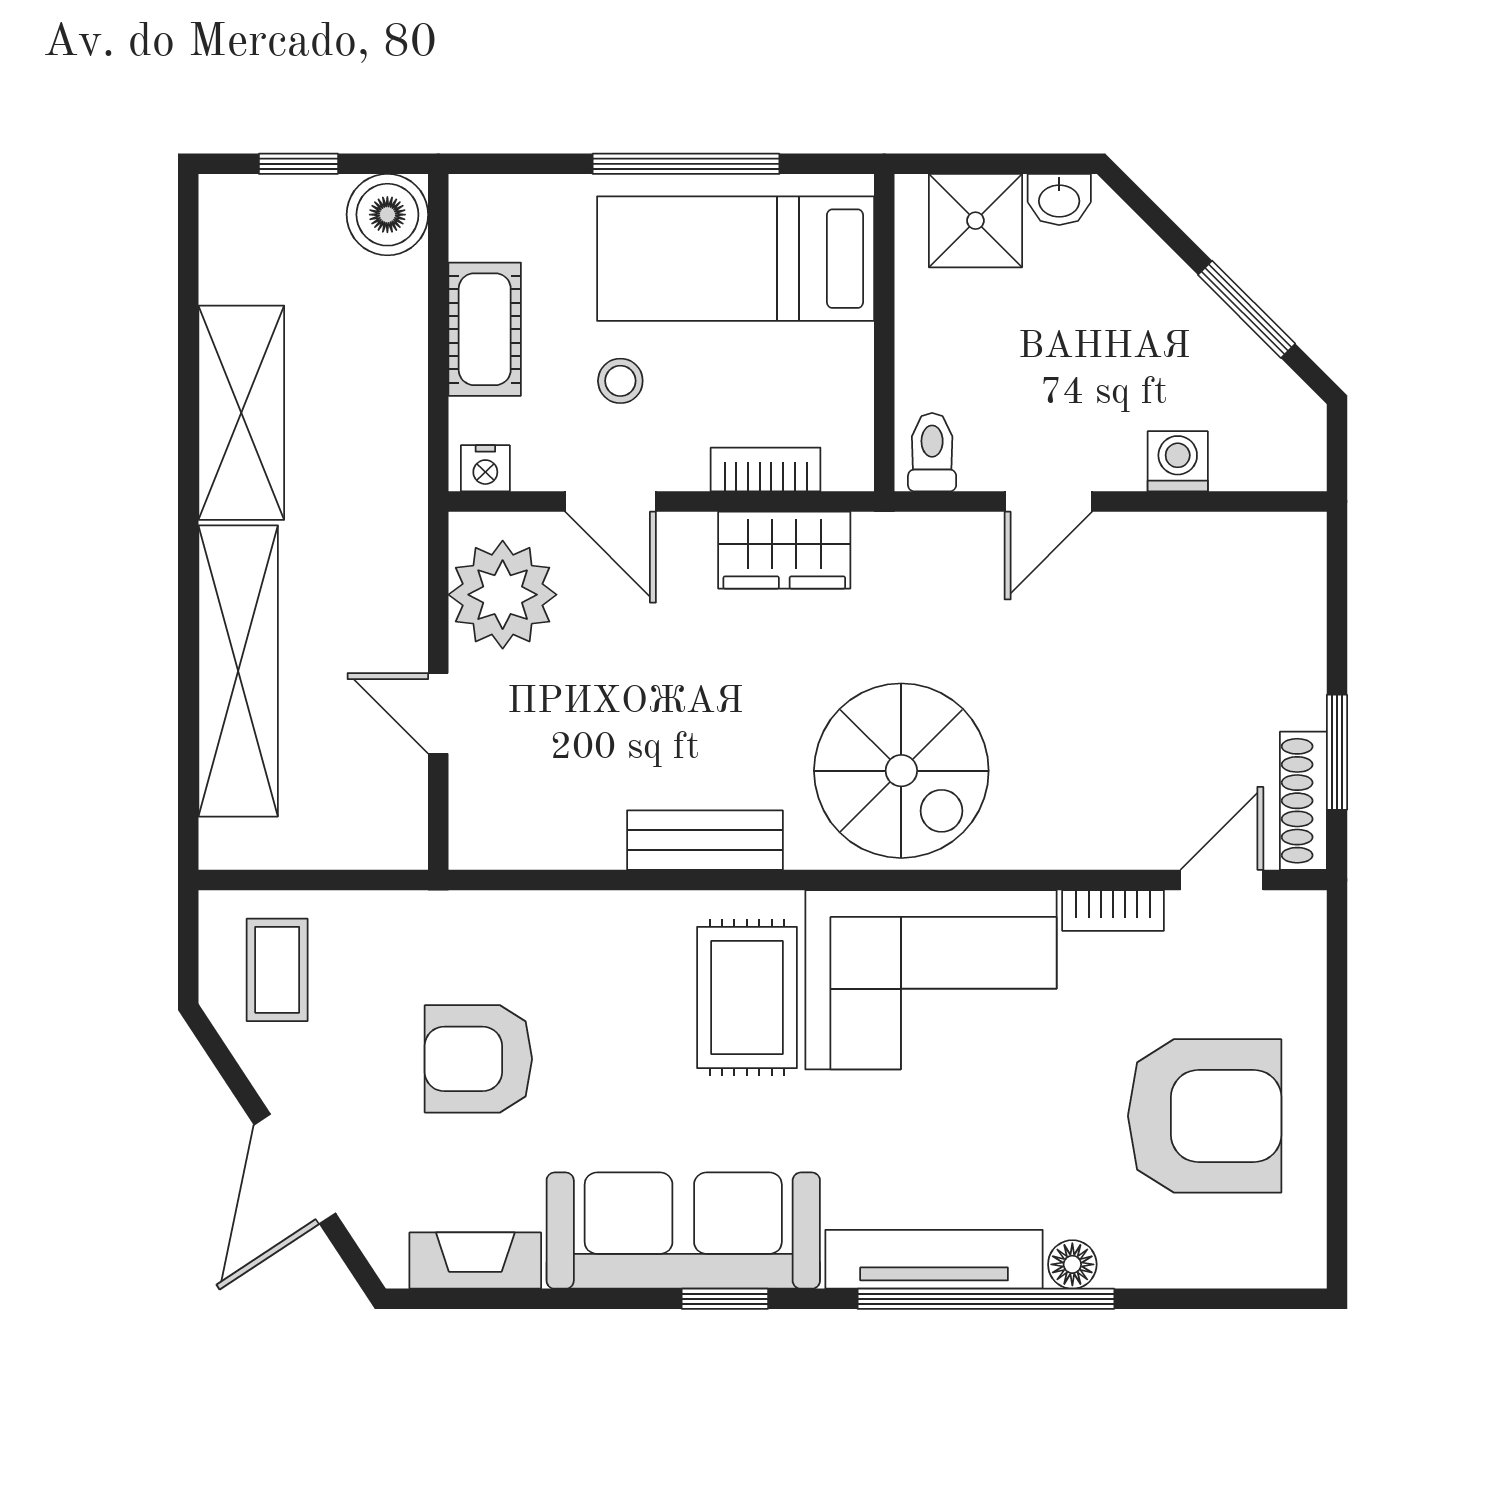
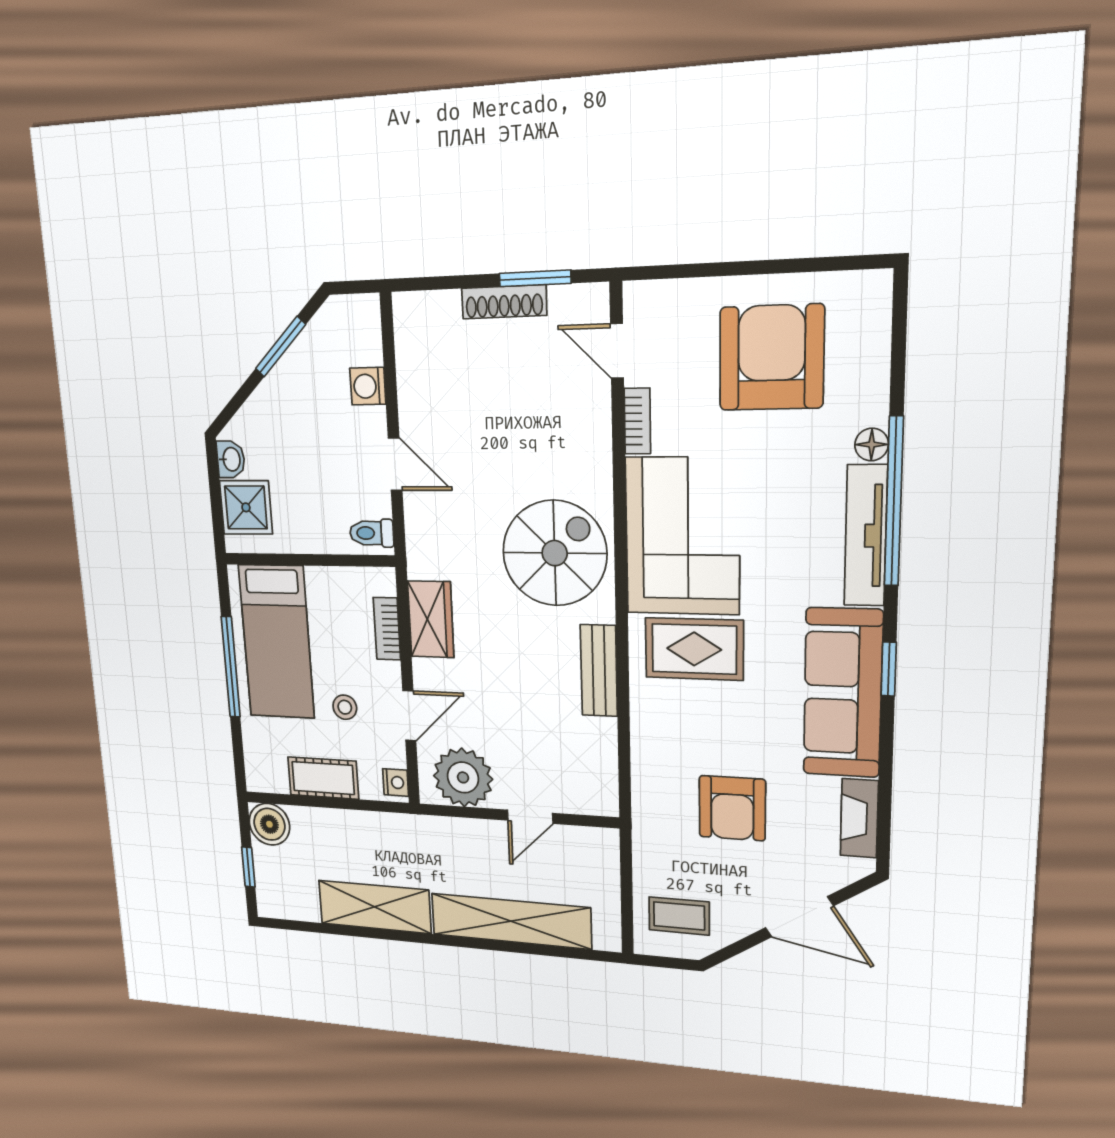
shoe rack: (1303, 801) -> (504, 302), moved

